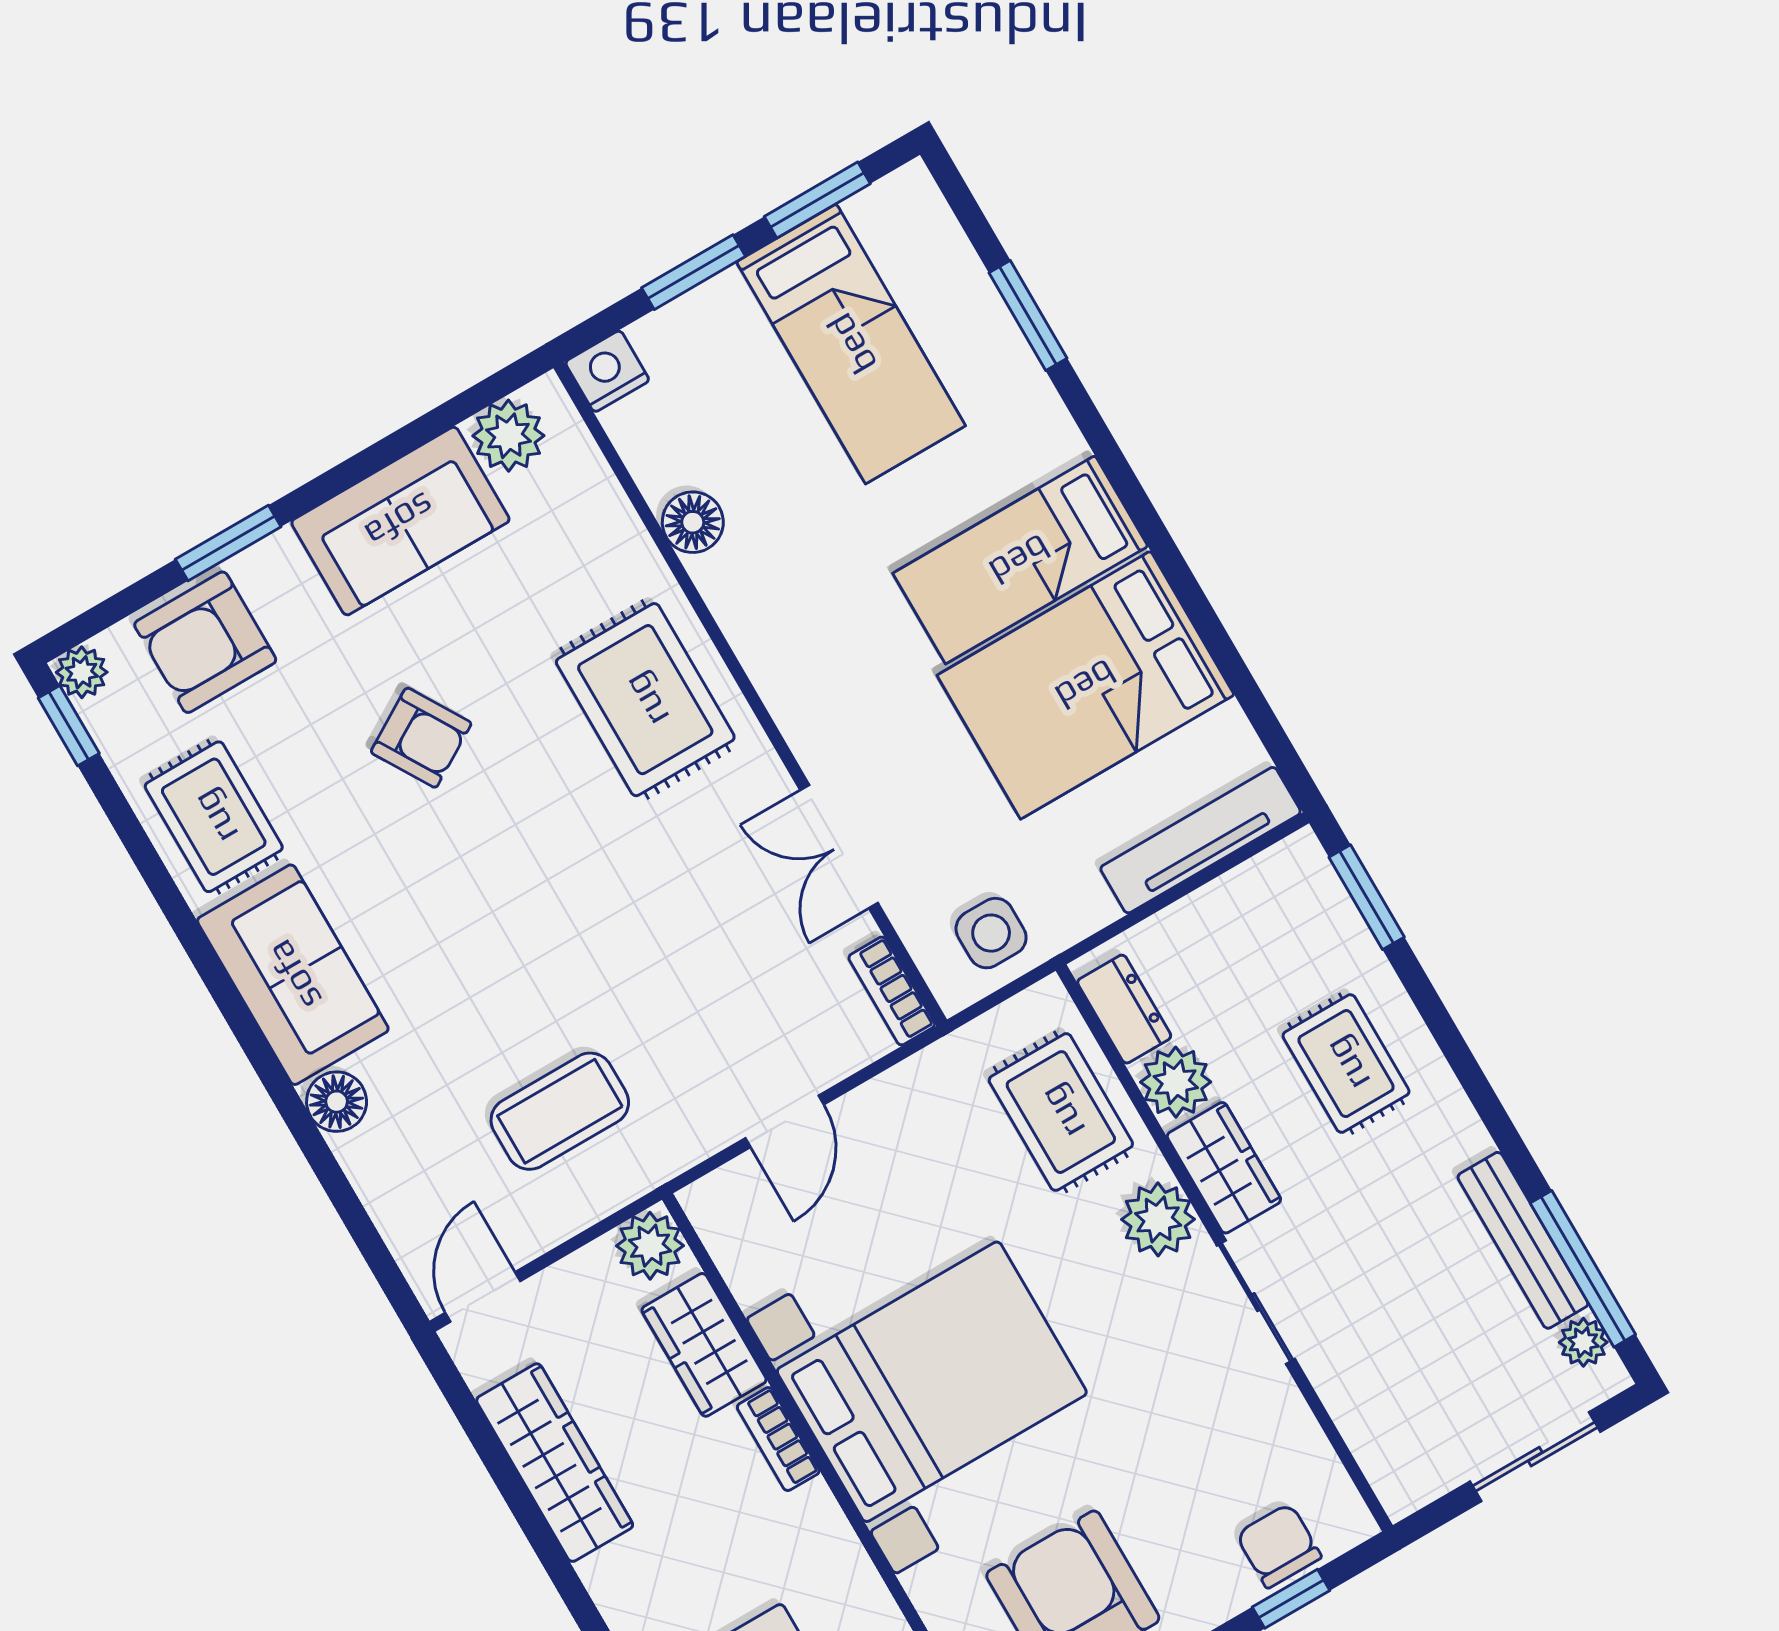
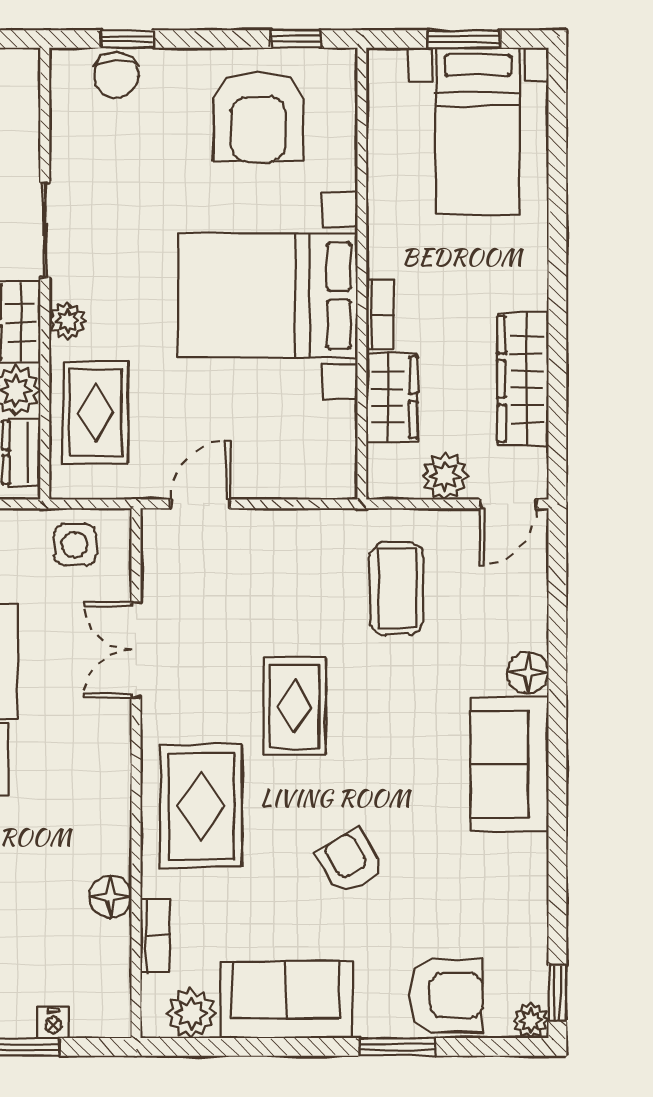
nightstand: (607, 371) -> (53, 1023), moved, width x0.72, depth x0.74
rug: (214, 817) -> (294, 706), moved
double door: (839, 847) -> (136, 650), swing flipped
bookcase: (892, 991) -> (155, 936), moved
coffee table: (560, 1111) -> (397, 589), turned 90
door: (784, 1121) -> (200, 504), moved
plant: (1158, 1219) -> (68, 321), width x0.73, depth x0.73
plant: (650, 1246) -> (445, 476), moved

